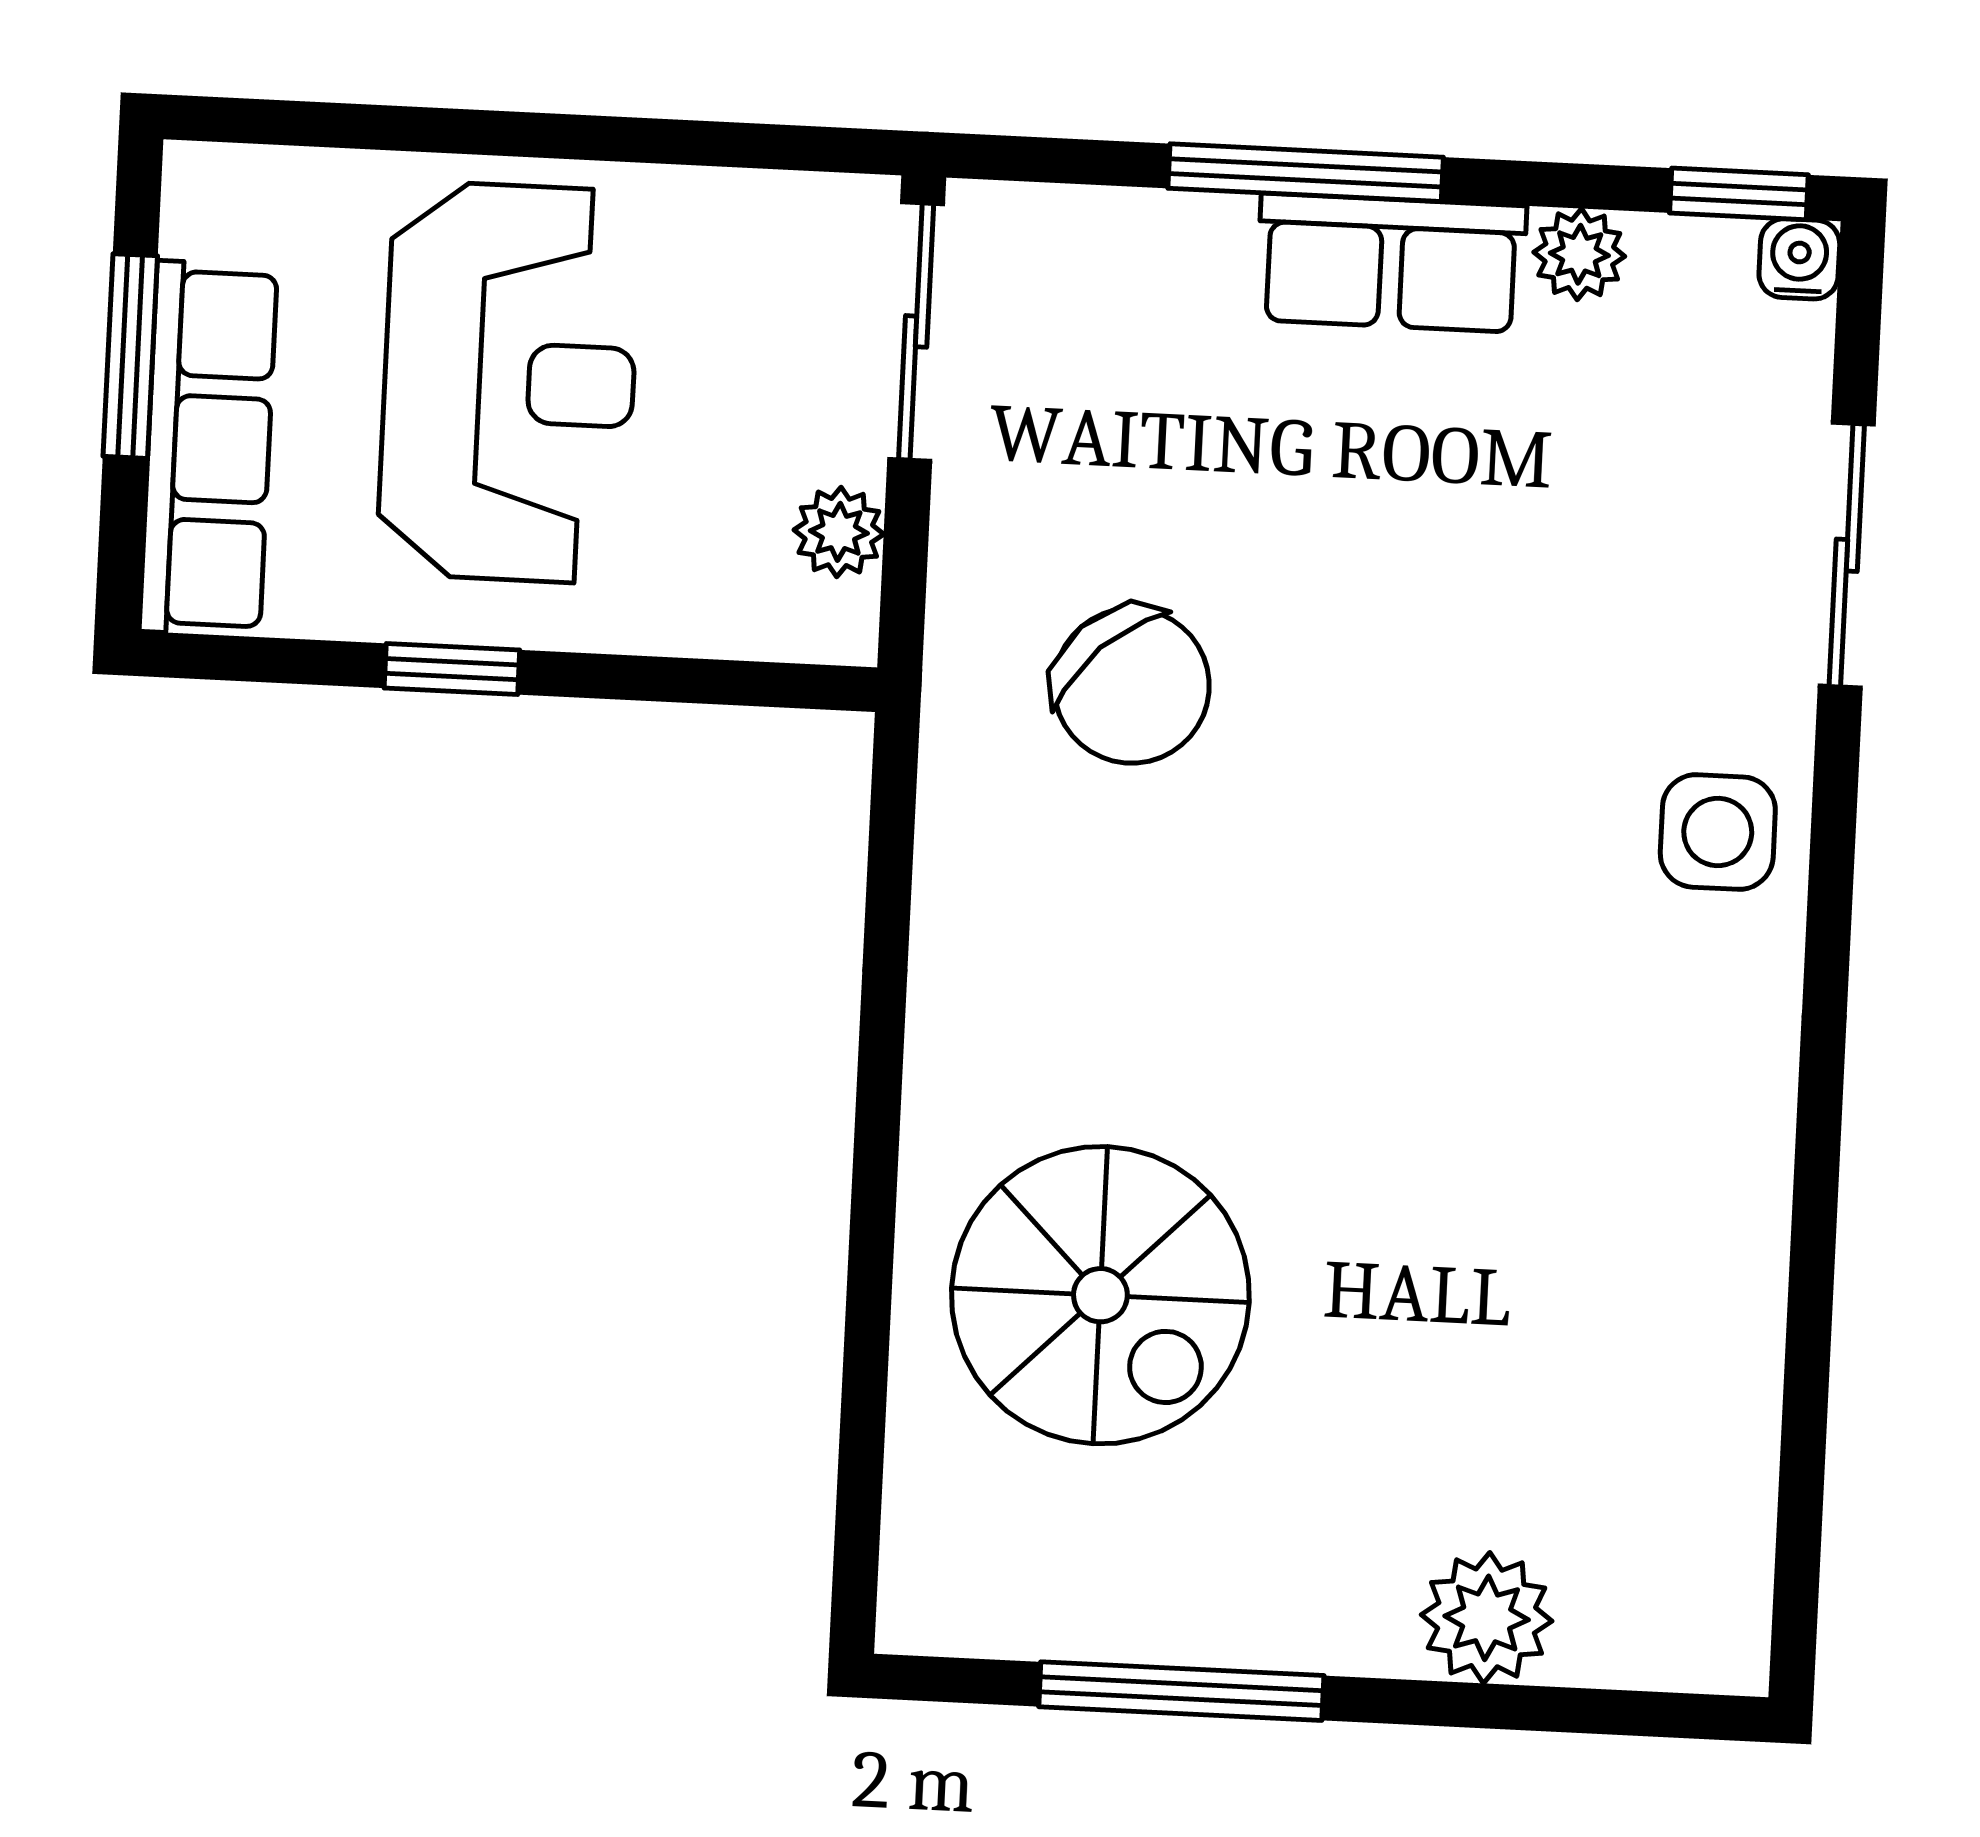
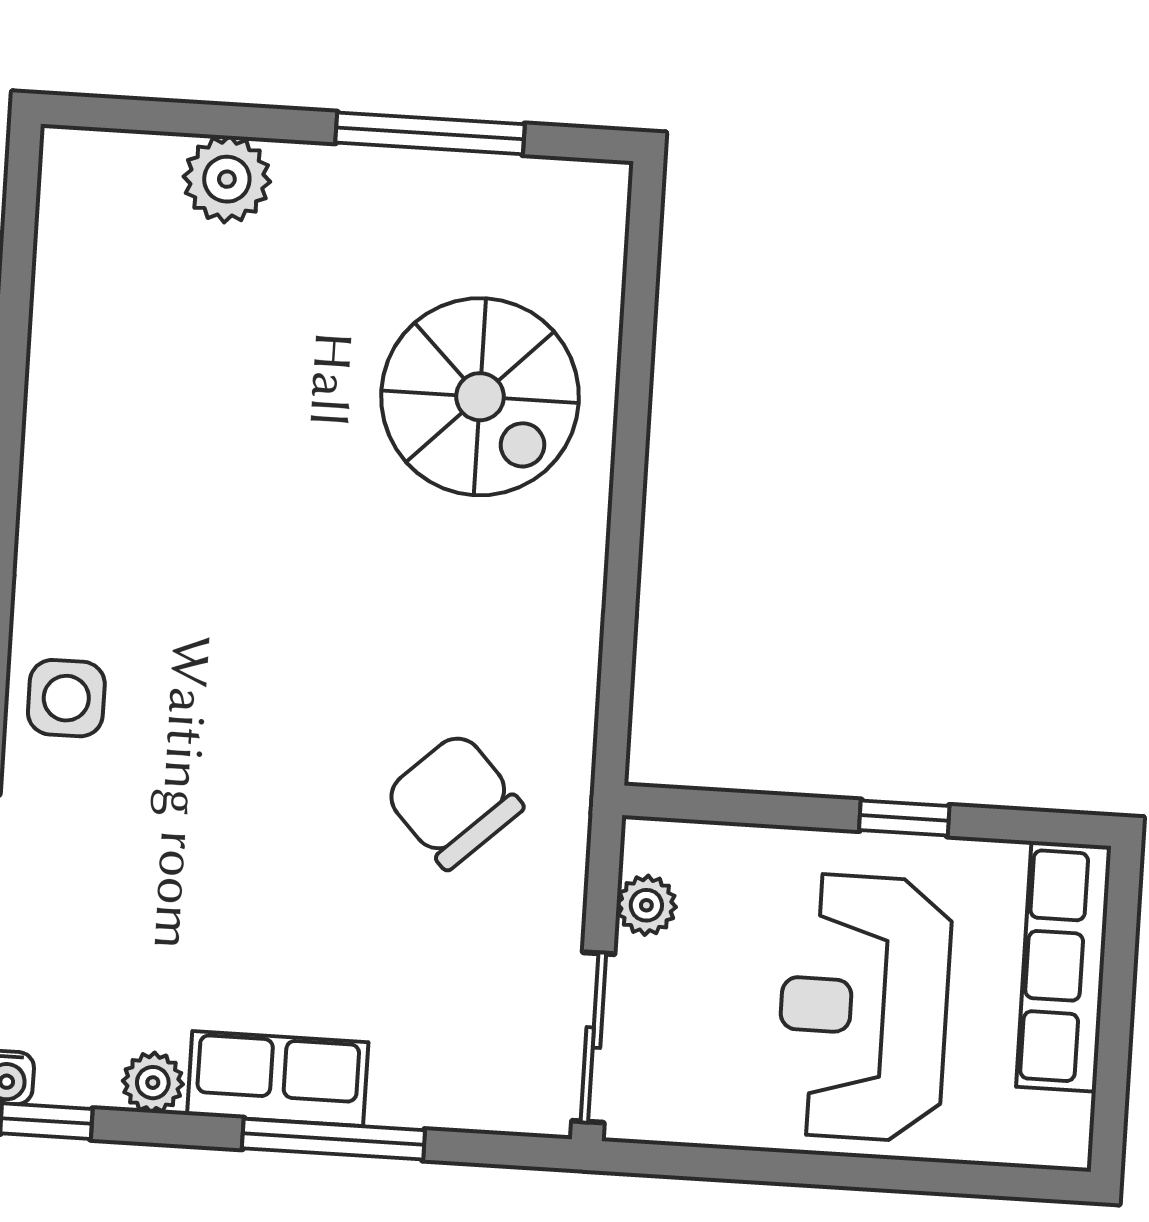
window: (130, 356) -> (1115, 1028), removed
spiral stairs: (1100, 1295) -> (480, 397), turned 180

